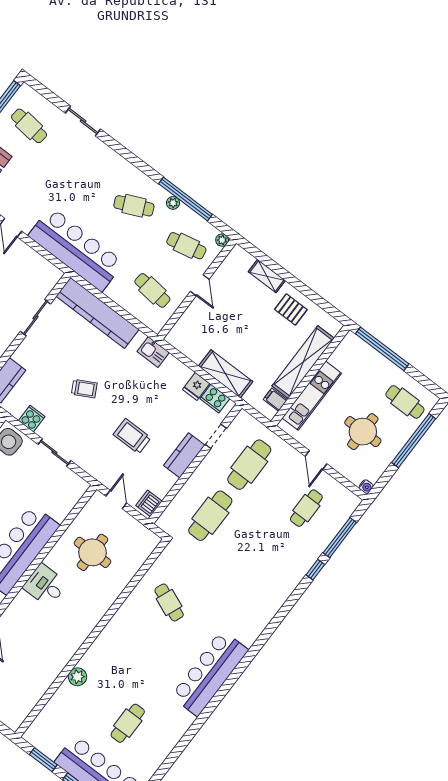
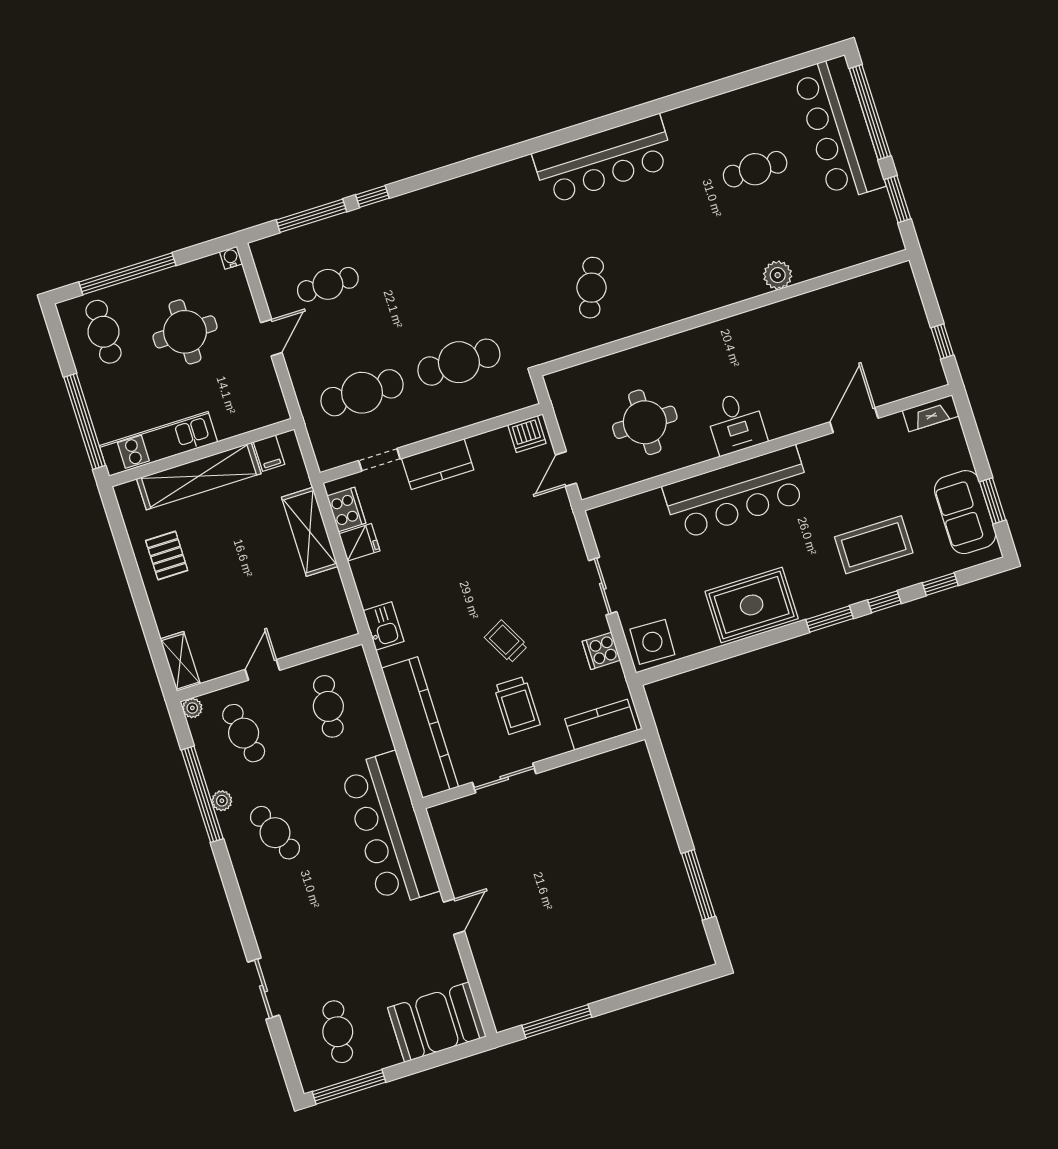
shelving: (267, 276) -> (180, 661), moved
kitchen unit: (312, 396) -> (158, 444), moved
trolley: (132, 436) -> (517, 705), moved

